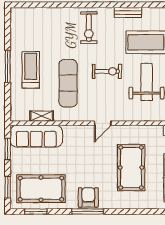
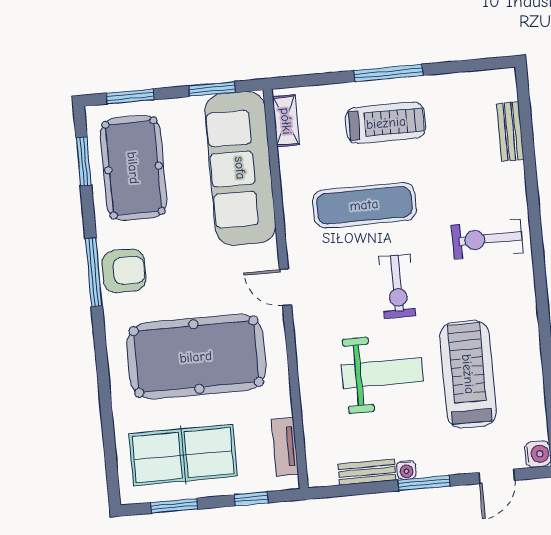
bench: (128, 13) -> (510, 132), moved
shelving: (42, 116) -> (286, 121), moved
sofa: (36, 136) -> (240, 168), width x1.36, depth x1.27
pool table: (131, 168) -> (196, 357), width x1.36, depth x1.32

